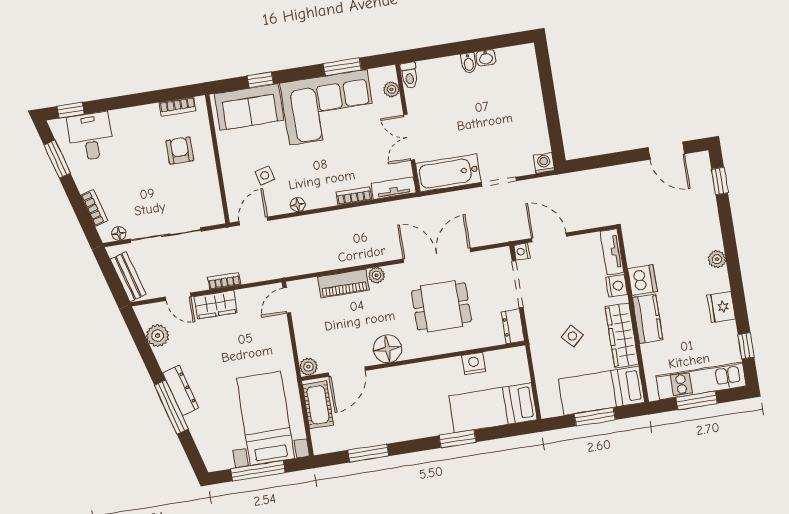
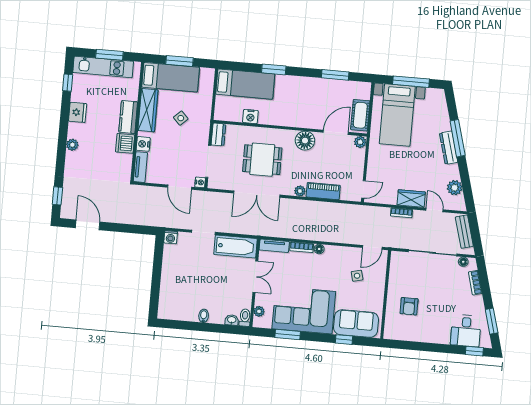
washbasin: (486, 58) -> (232, 320), moved
bookcase: (178, 107) -> (403, 336), removed
floor lamp: (298, 205) -> (319, 249), moved

